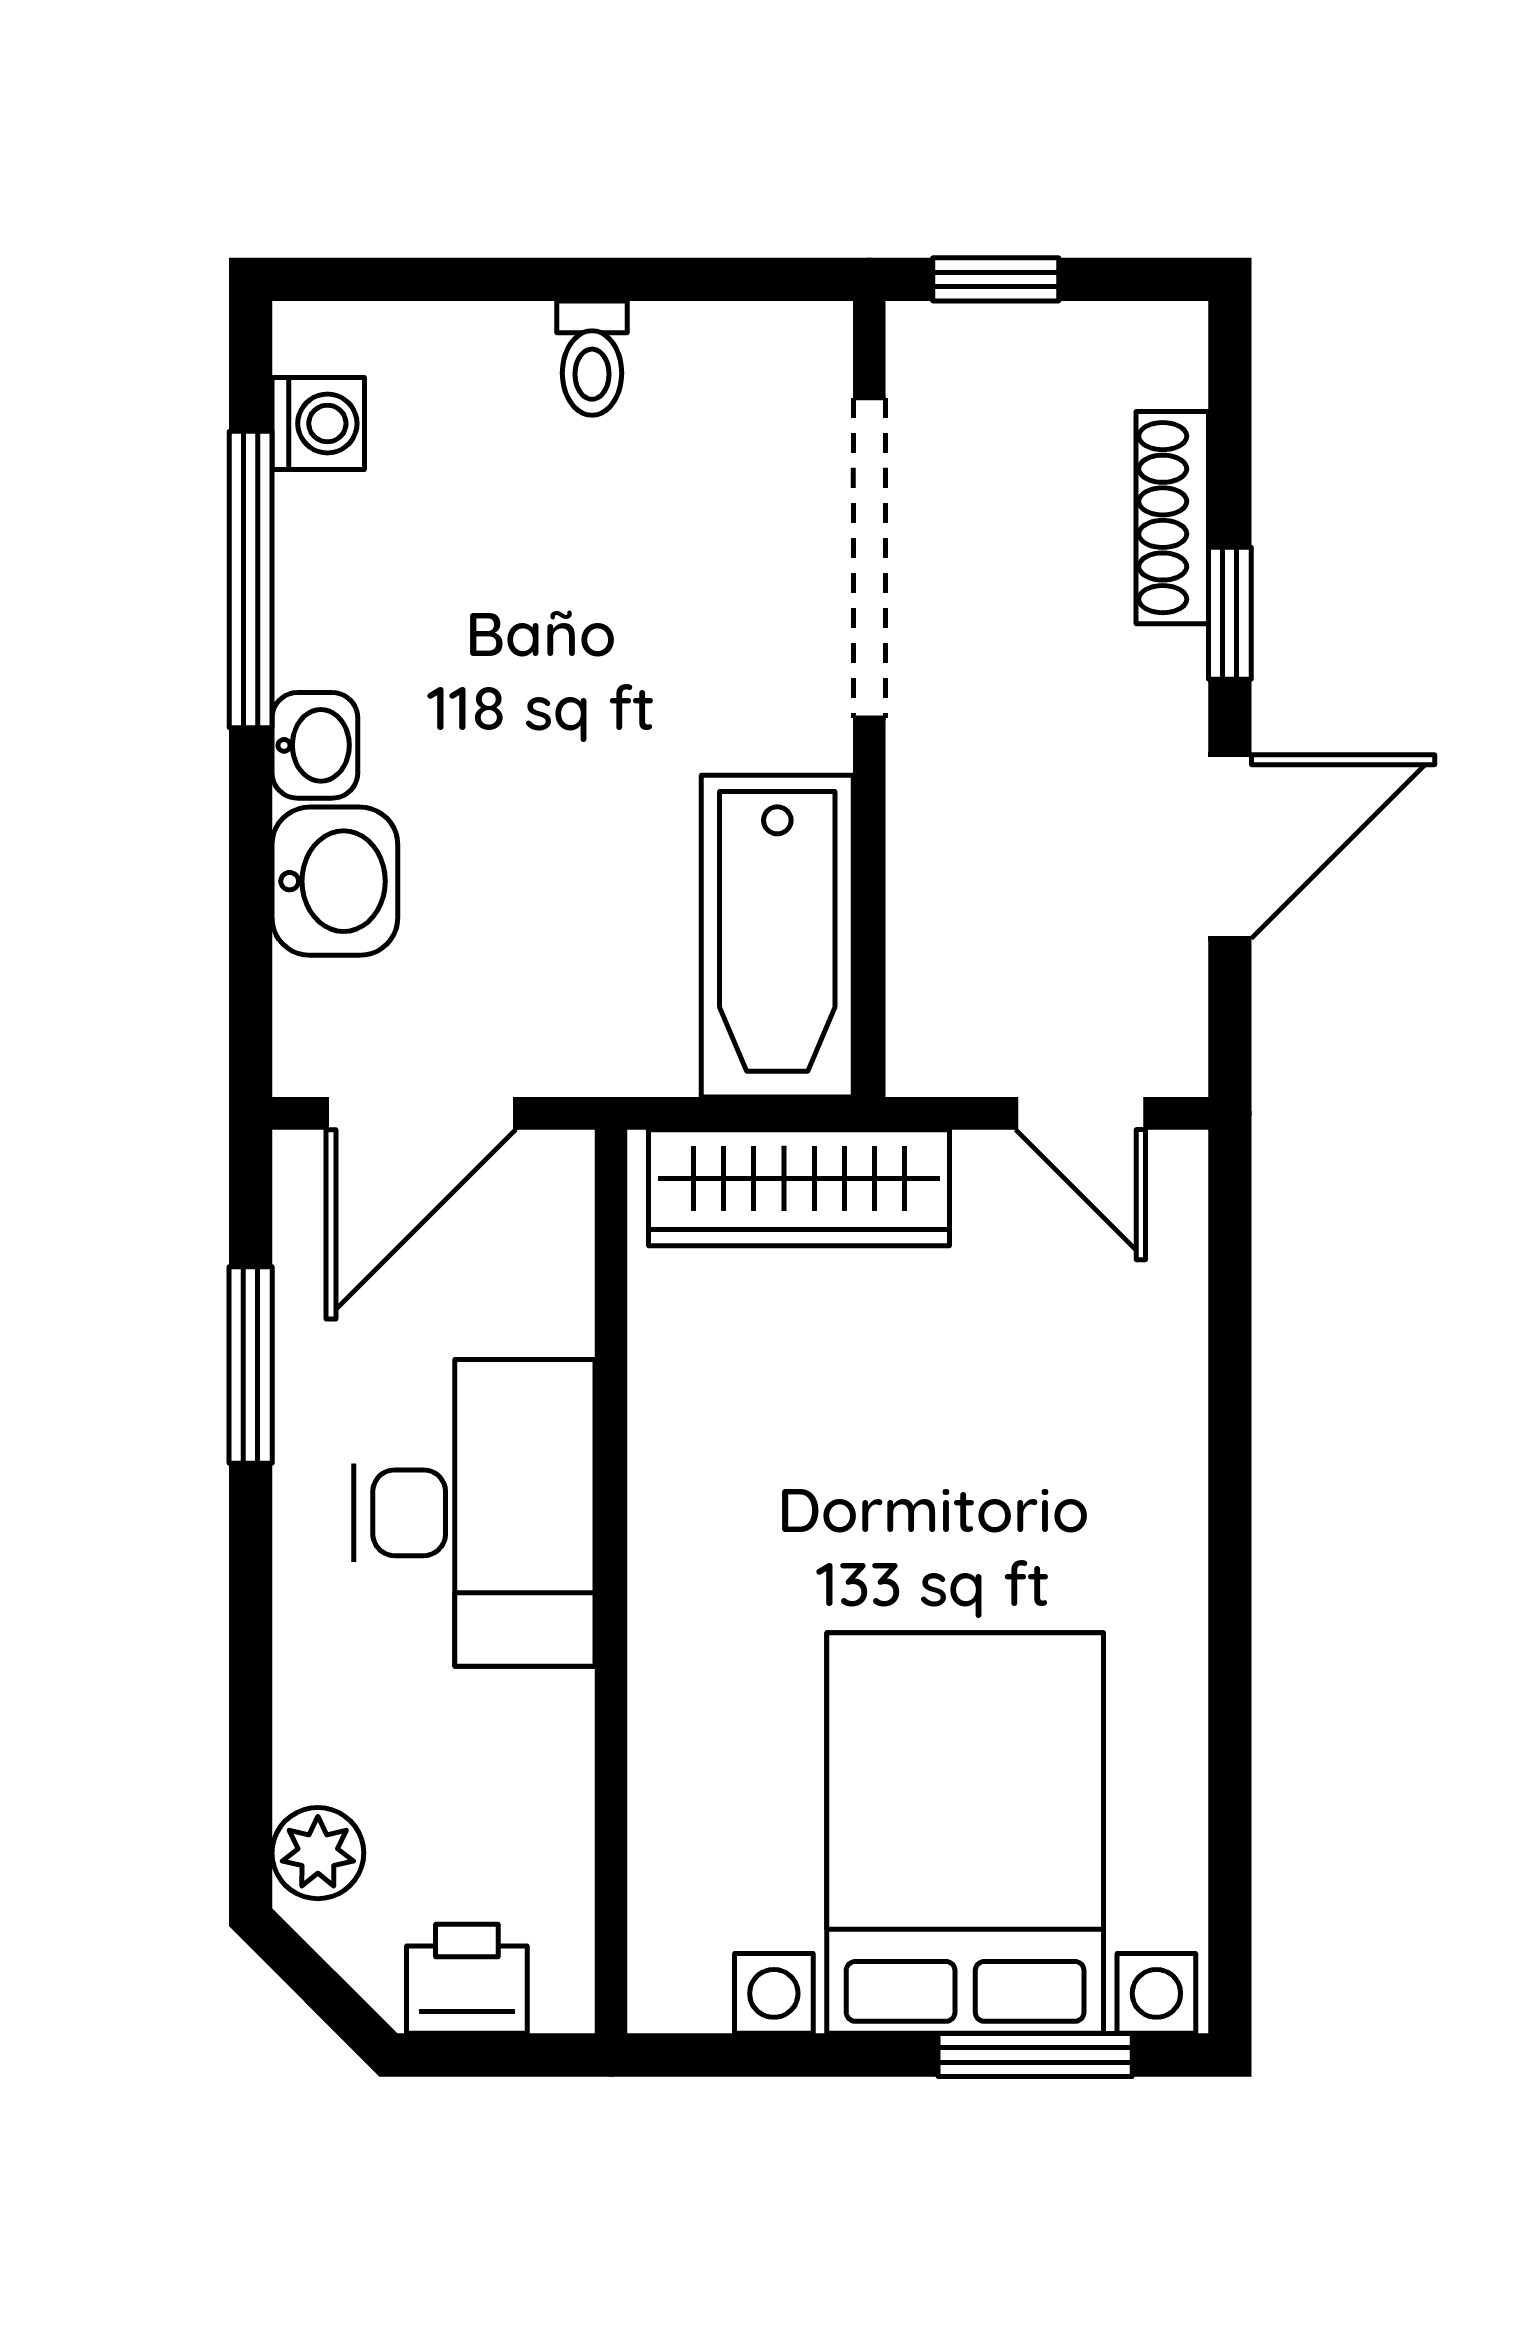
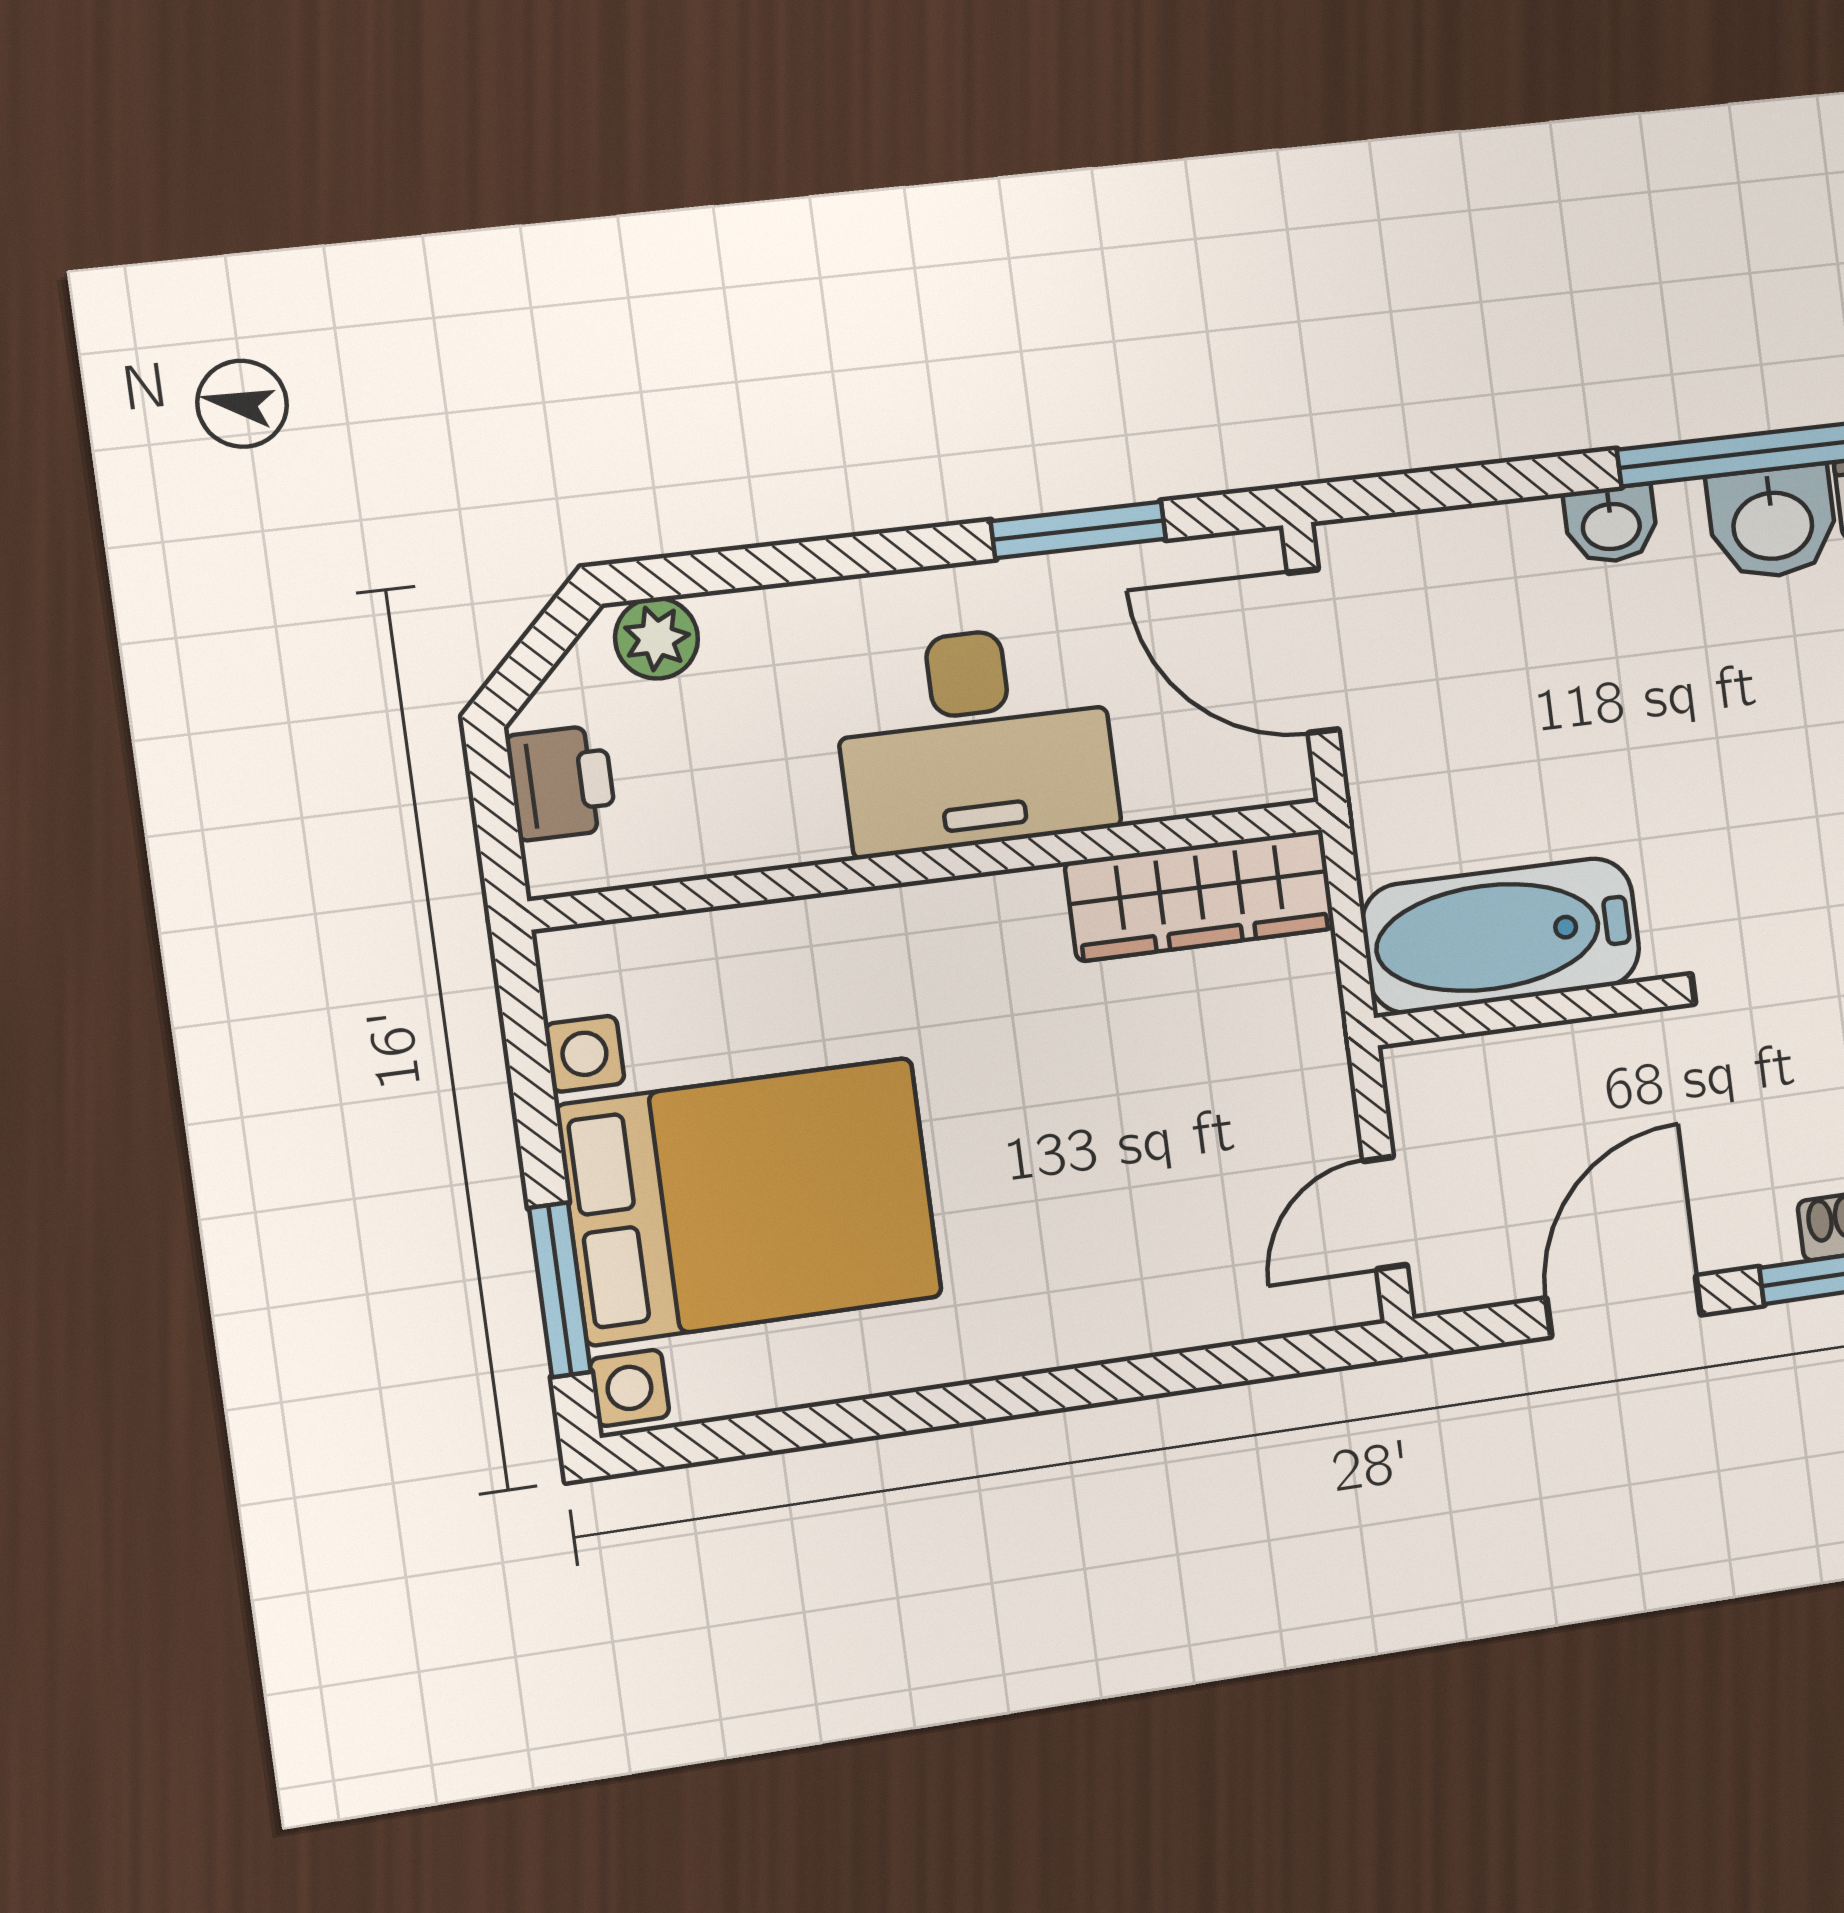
door: (1230, 847) -> (1624, 1306), swing flipped
washbasin: (335, 881) -> (1772, 523), moved
wardrobe: (799, 1188) -> (1200, 895), moved, turned -90

